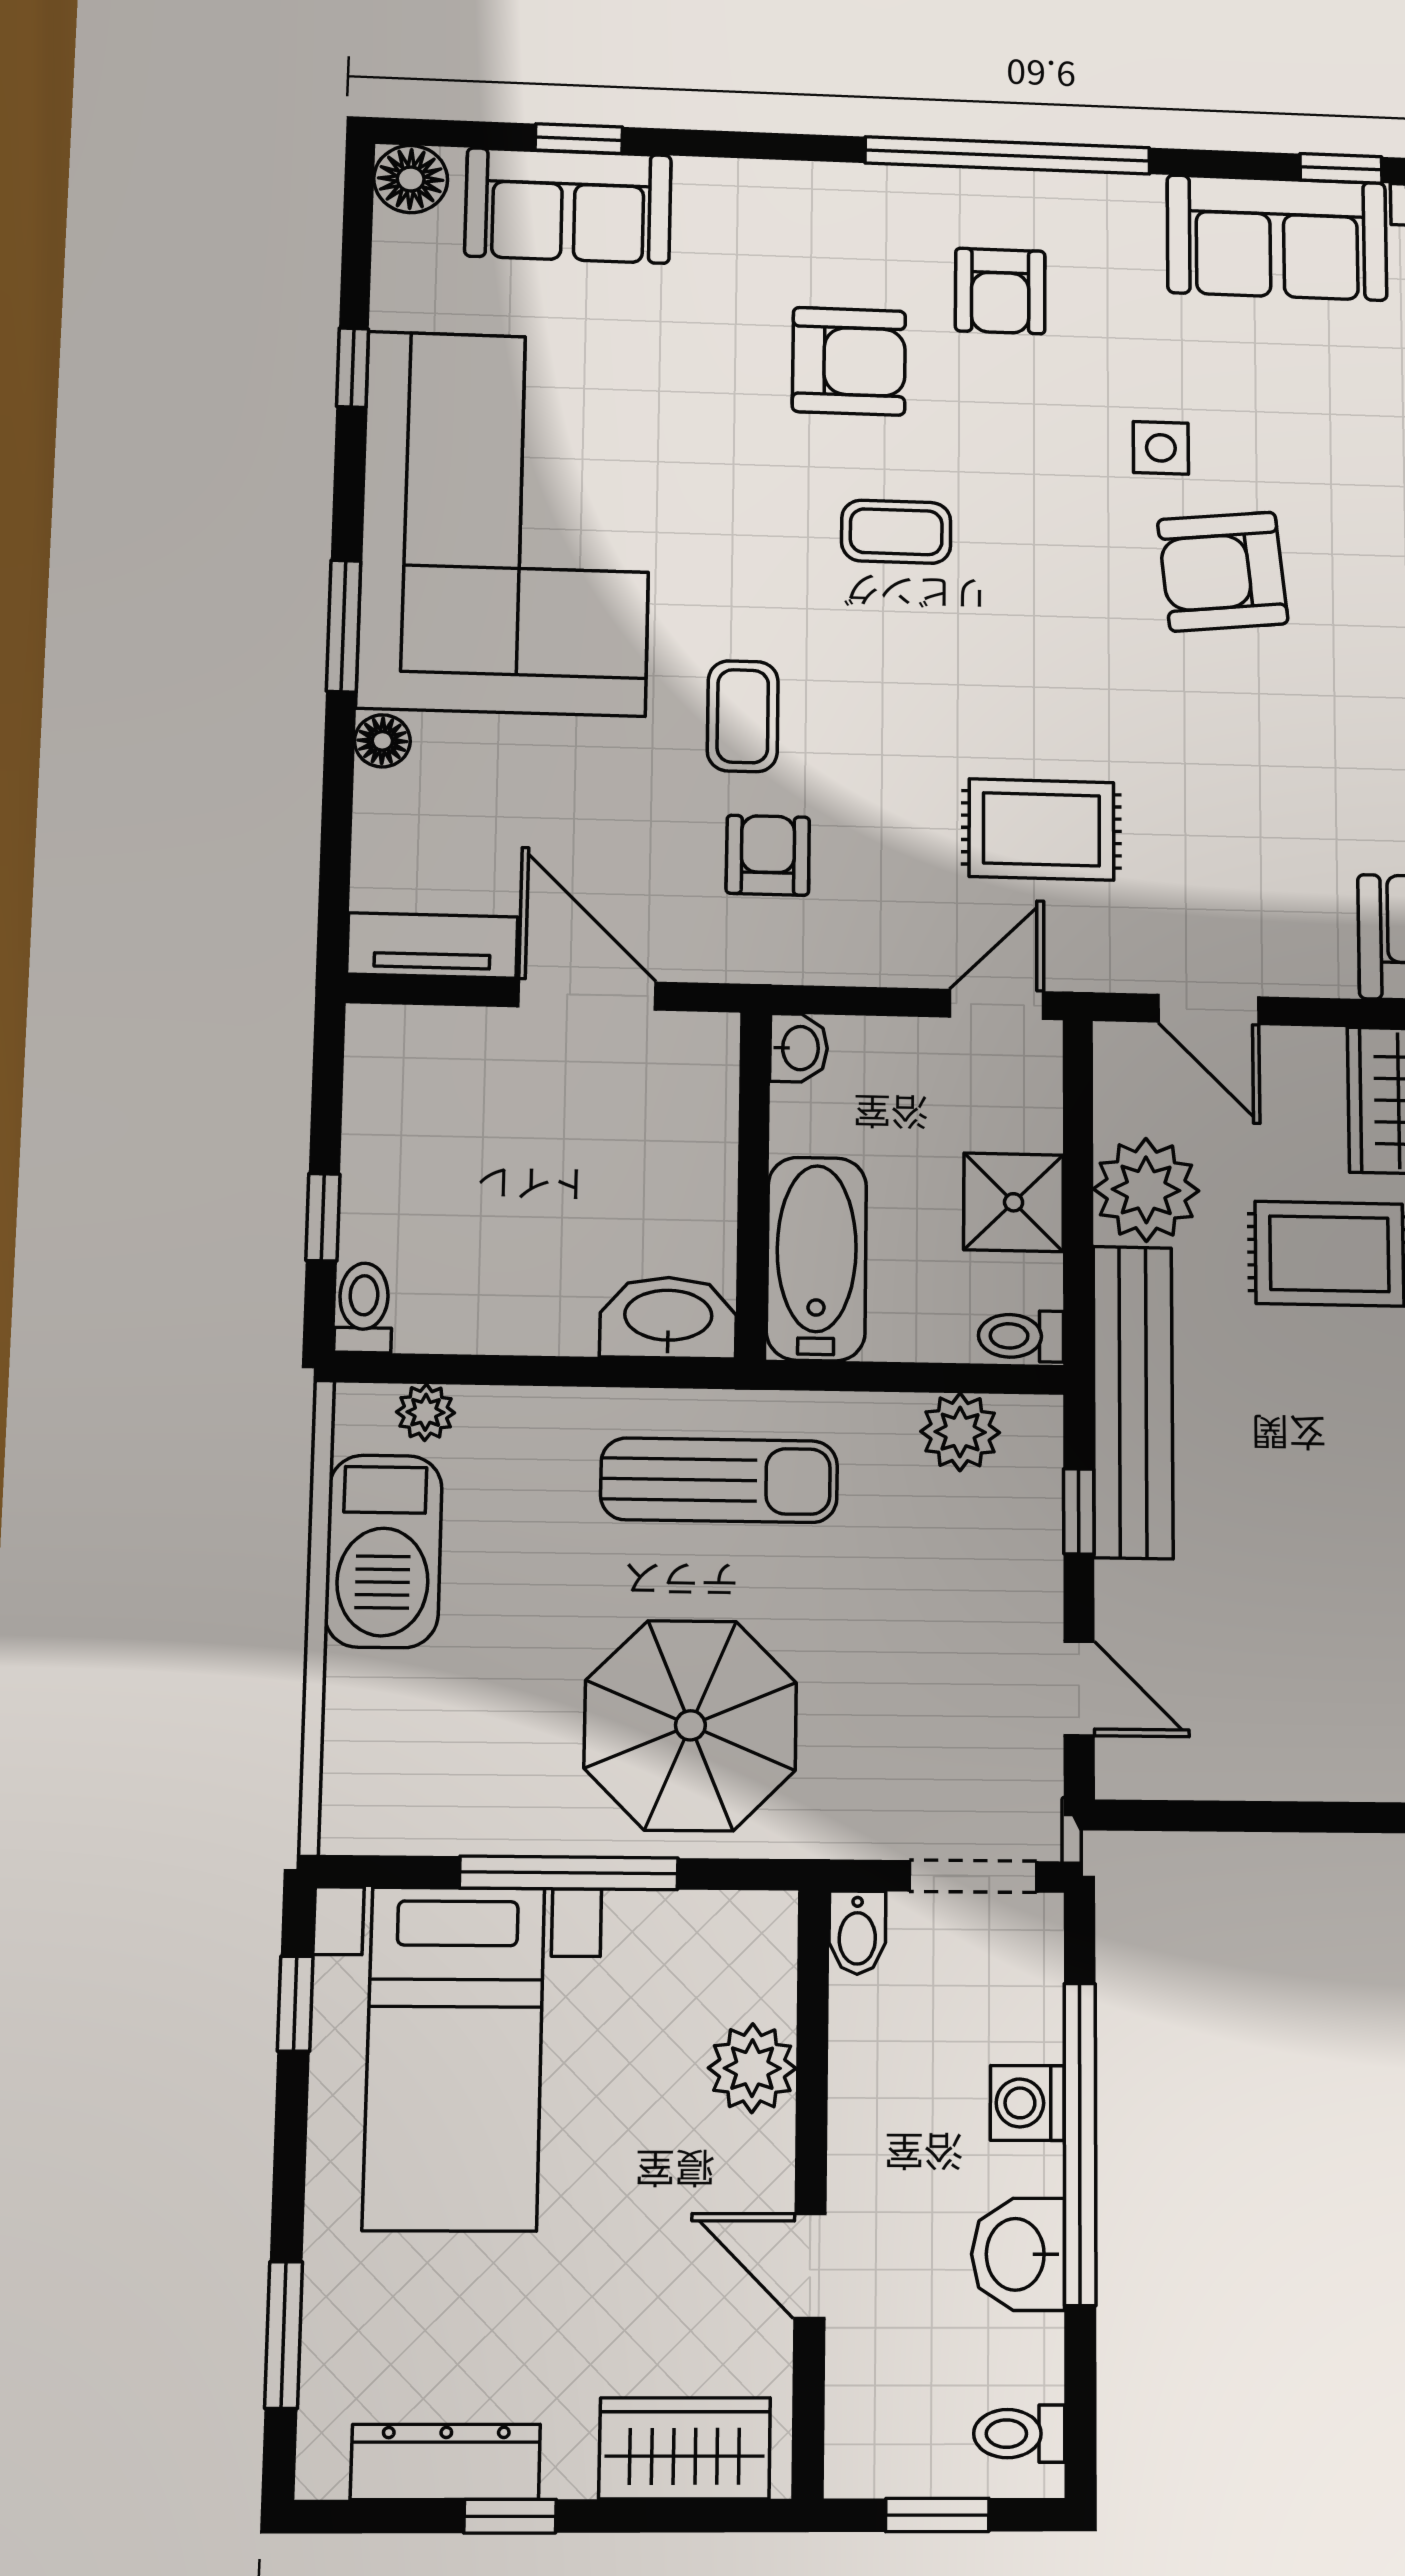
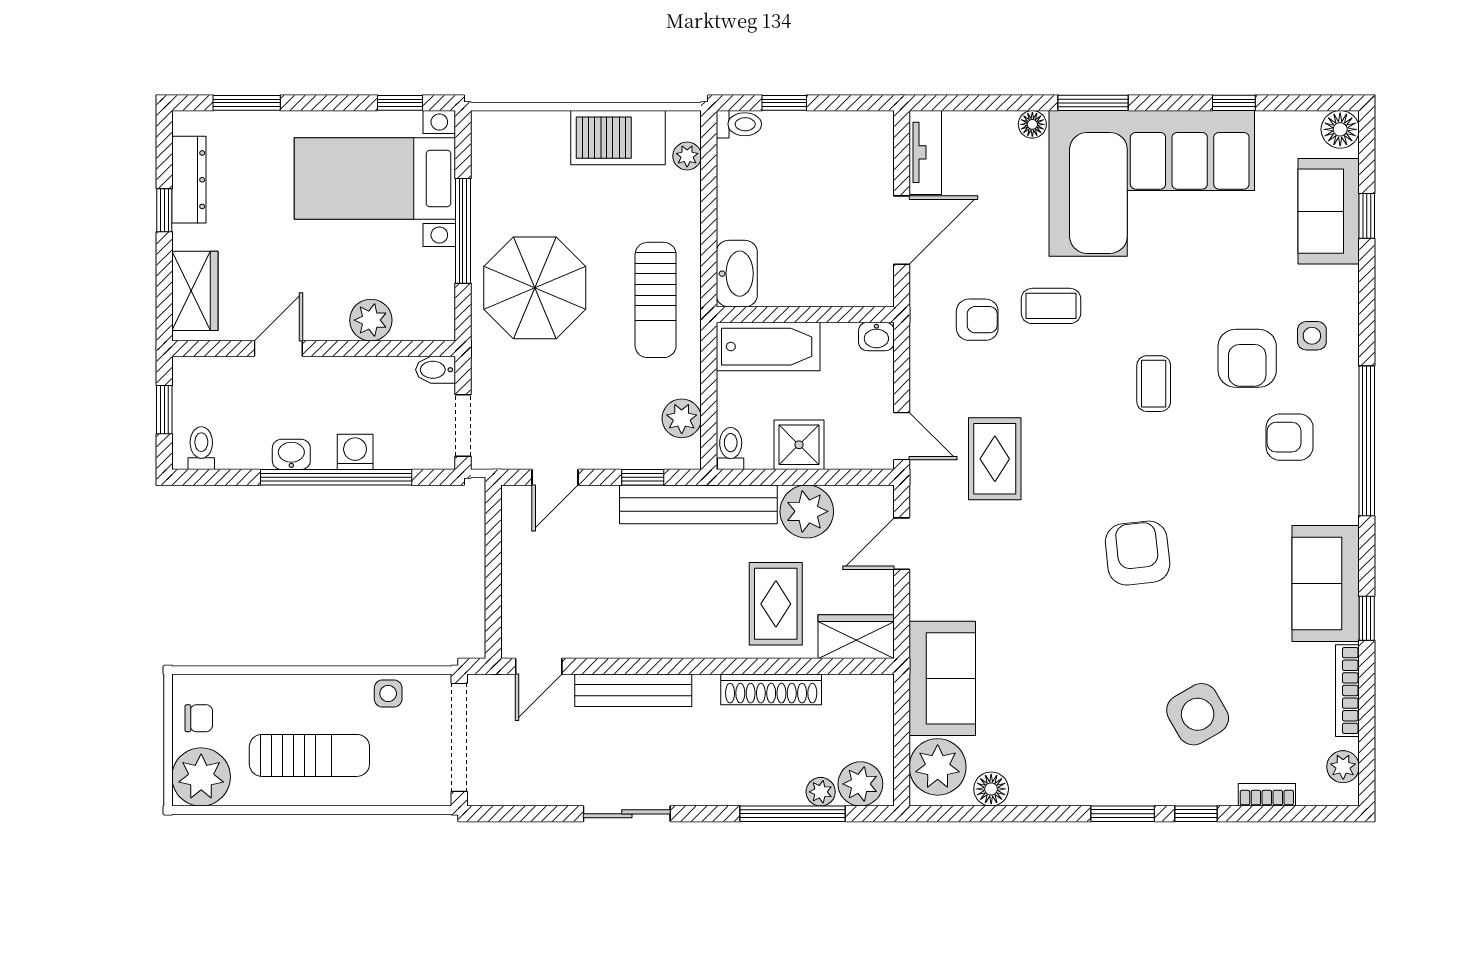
side table: (1161, 448) -> (1312, 336), moved
washbasin: (1018, 2254) -> (291, 454), width x0.72, depth x0.69

